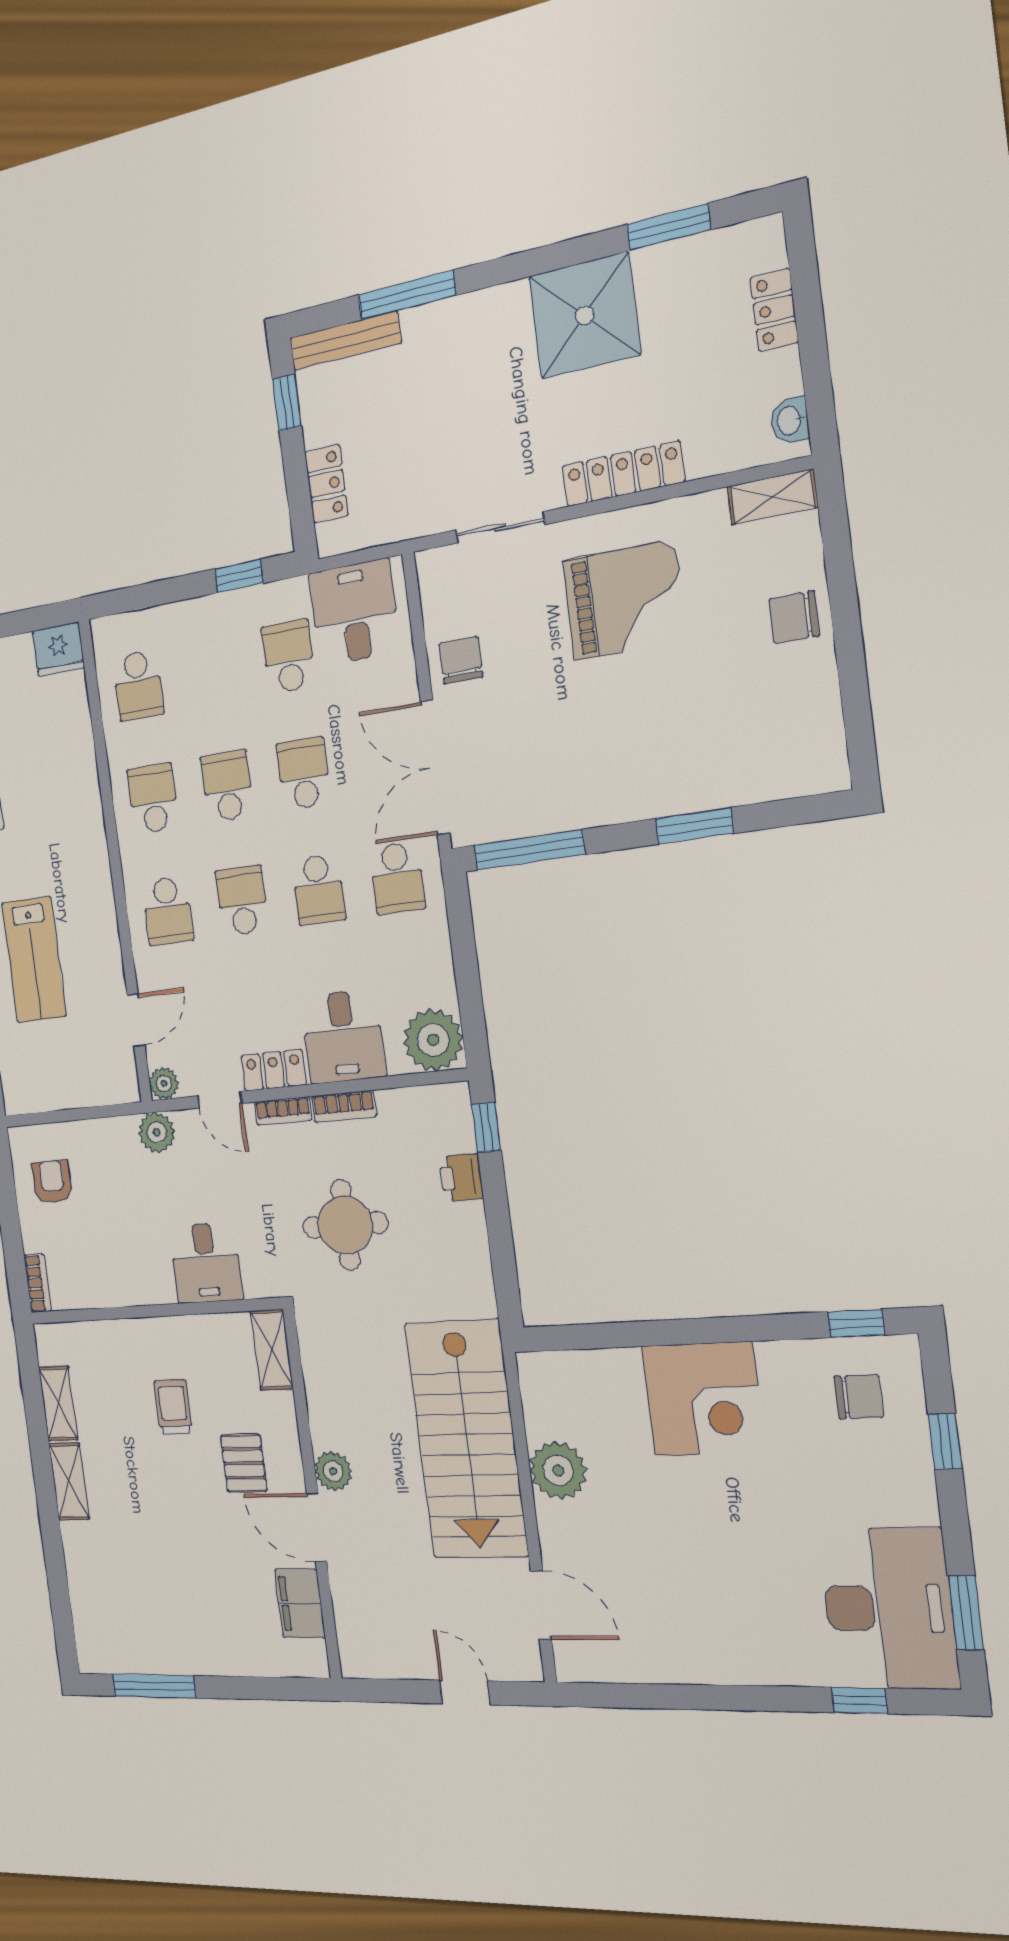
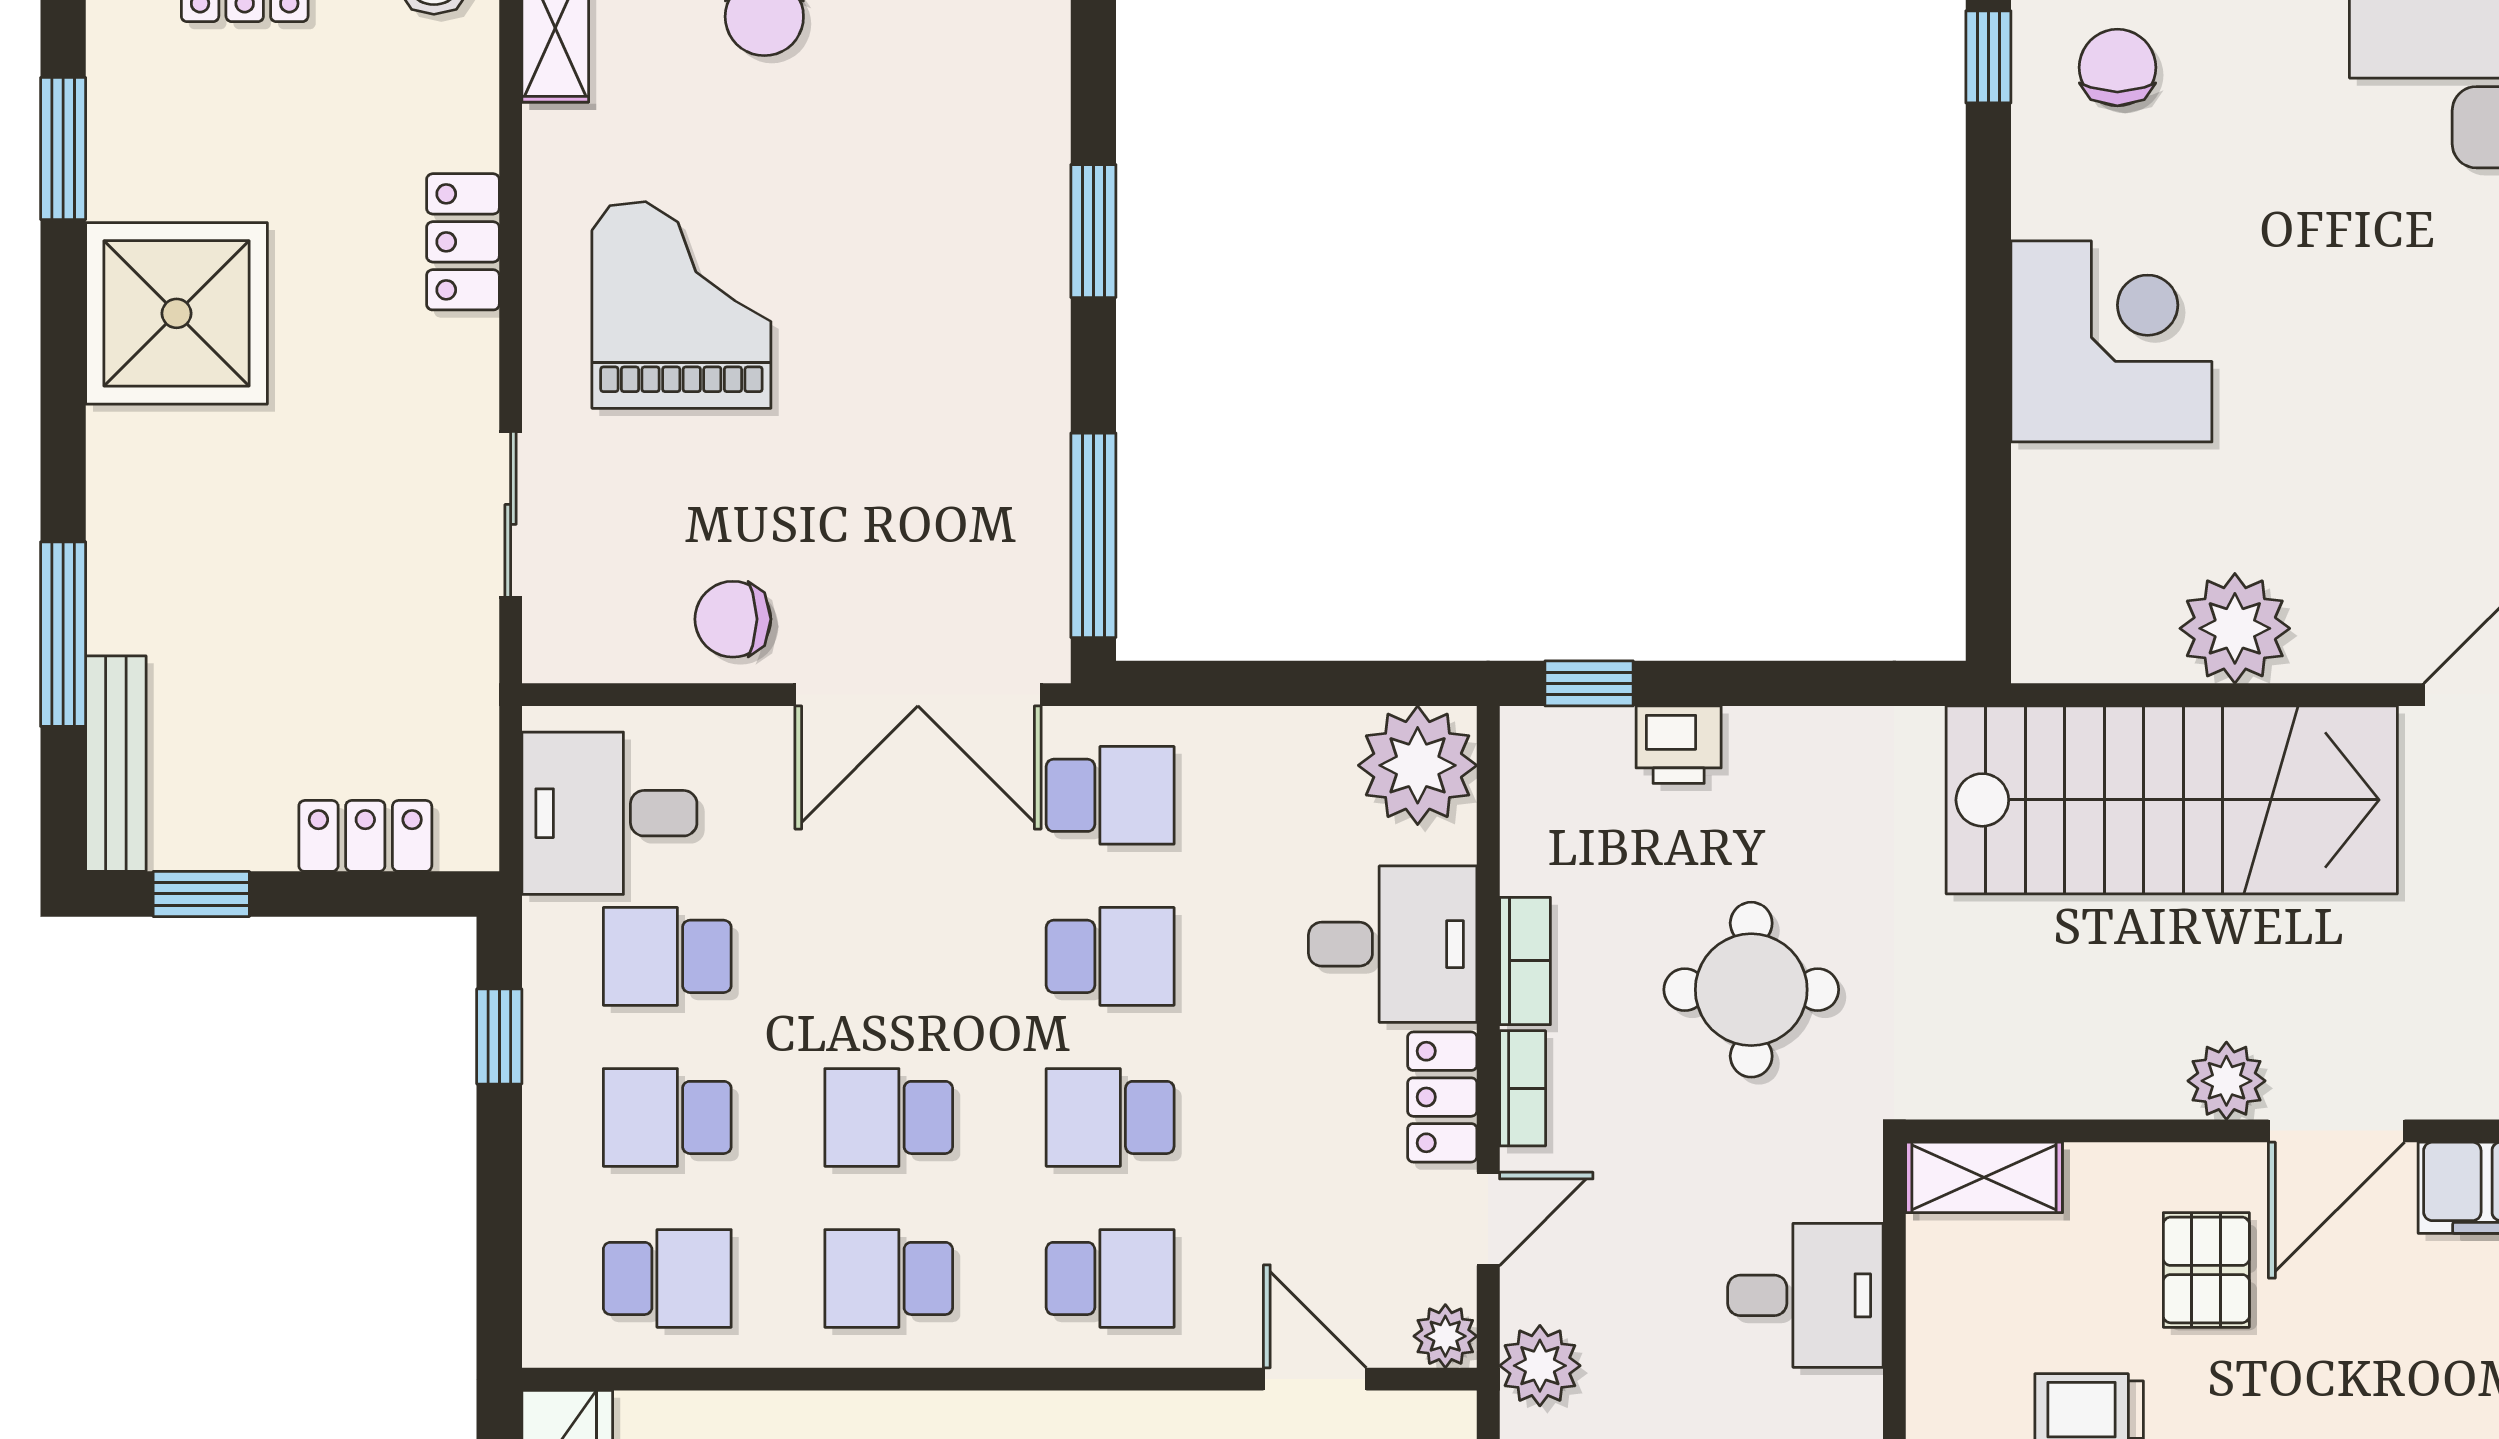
locker: (623, 474) -> (463, 242), width x0.66
school desk: (303, 773) -> (667, 1117), moved
pallet: (244, 1463) -> (2206, 1270), turned 90

